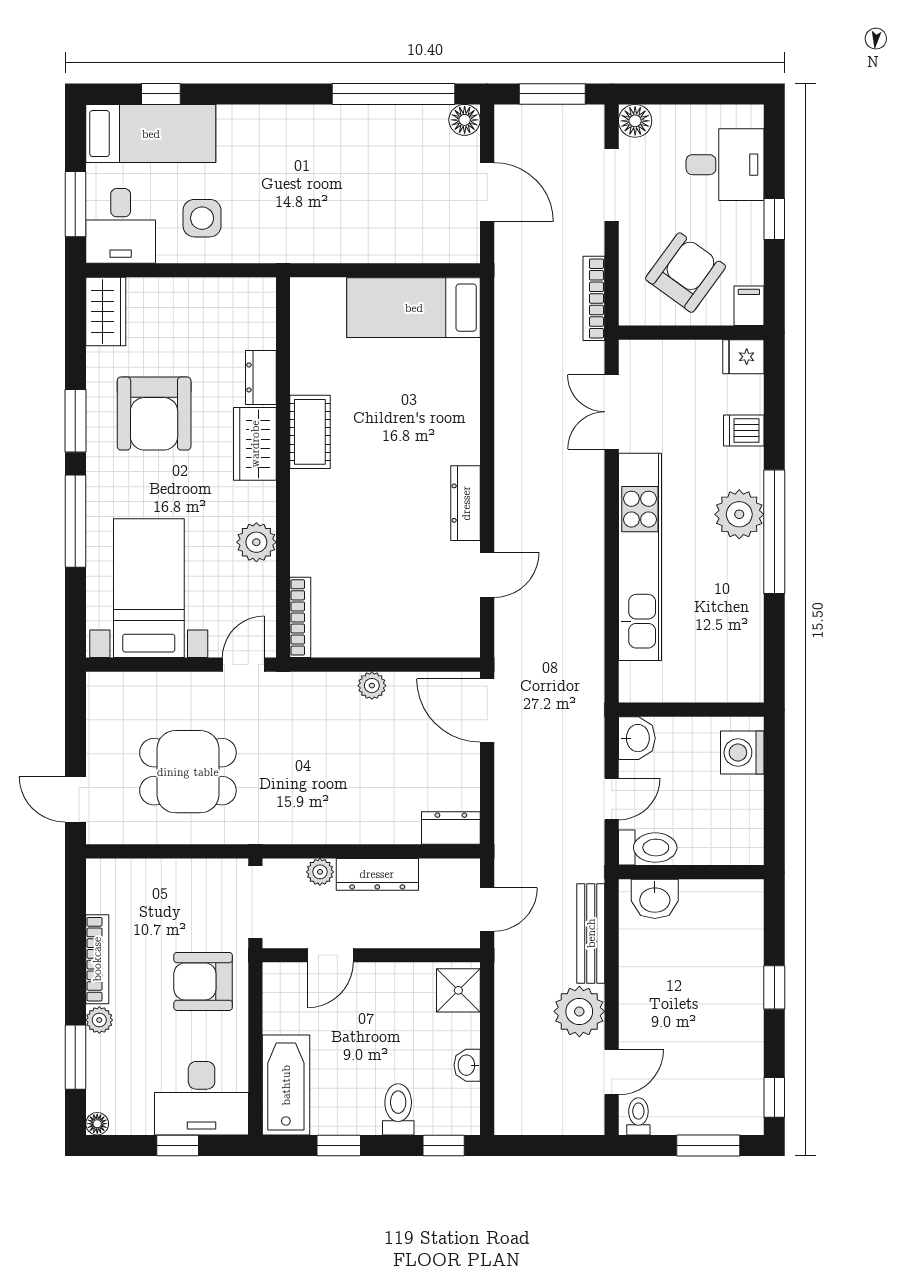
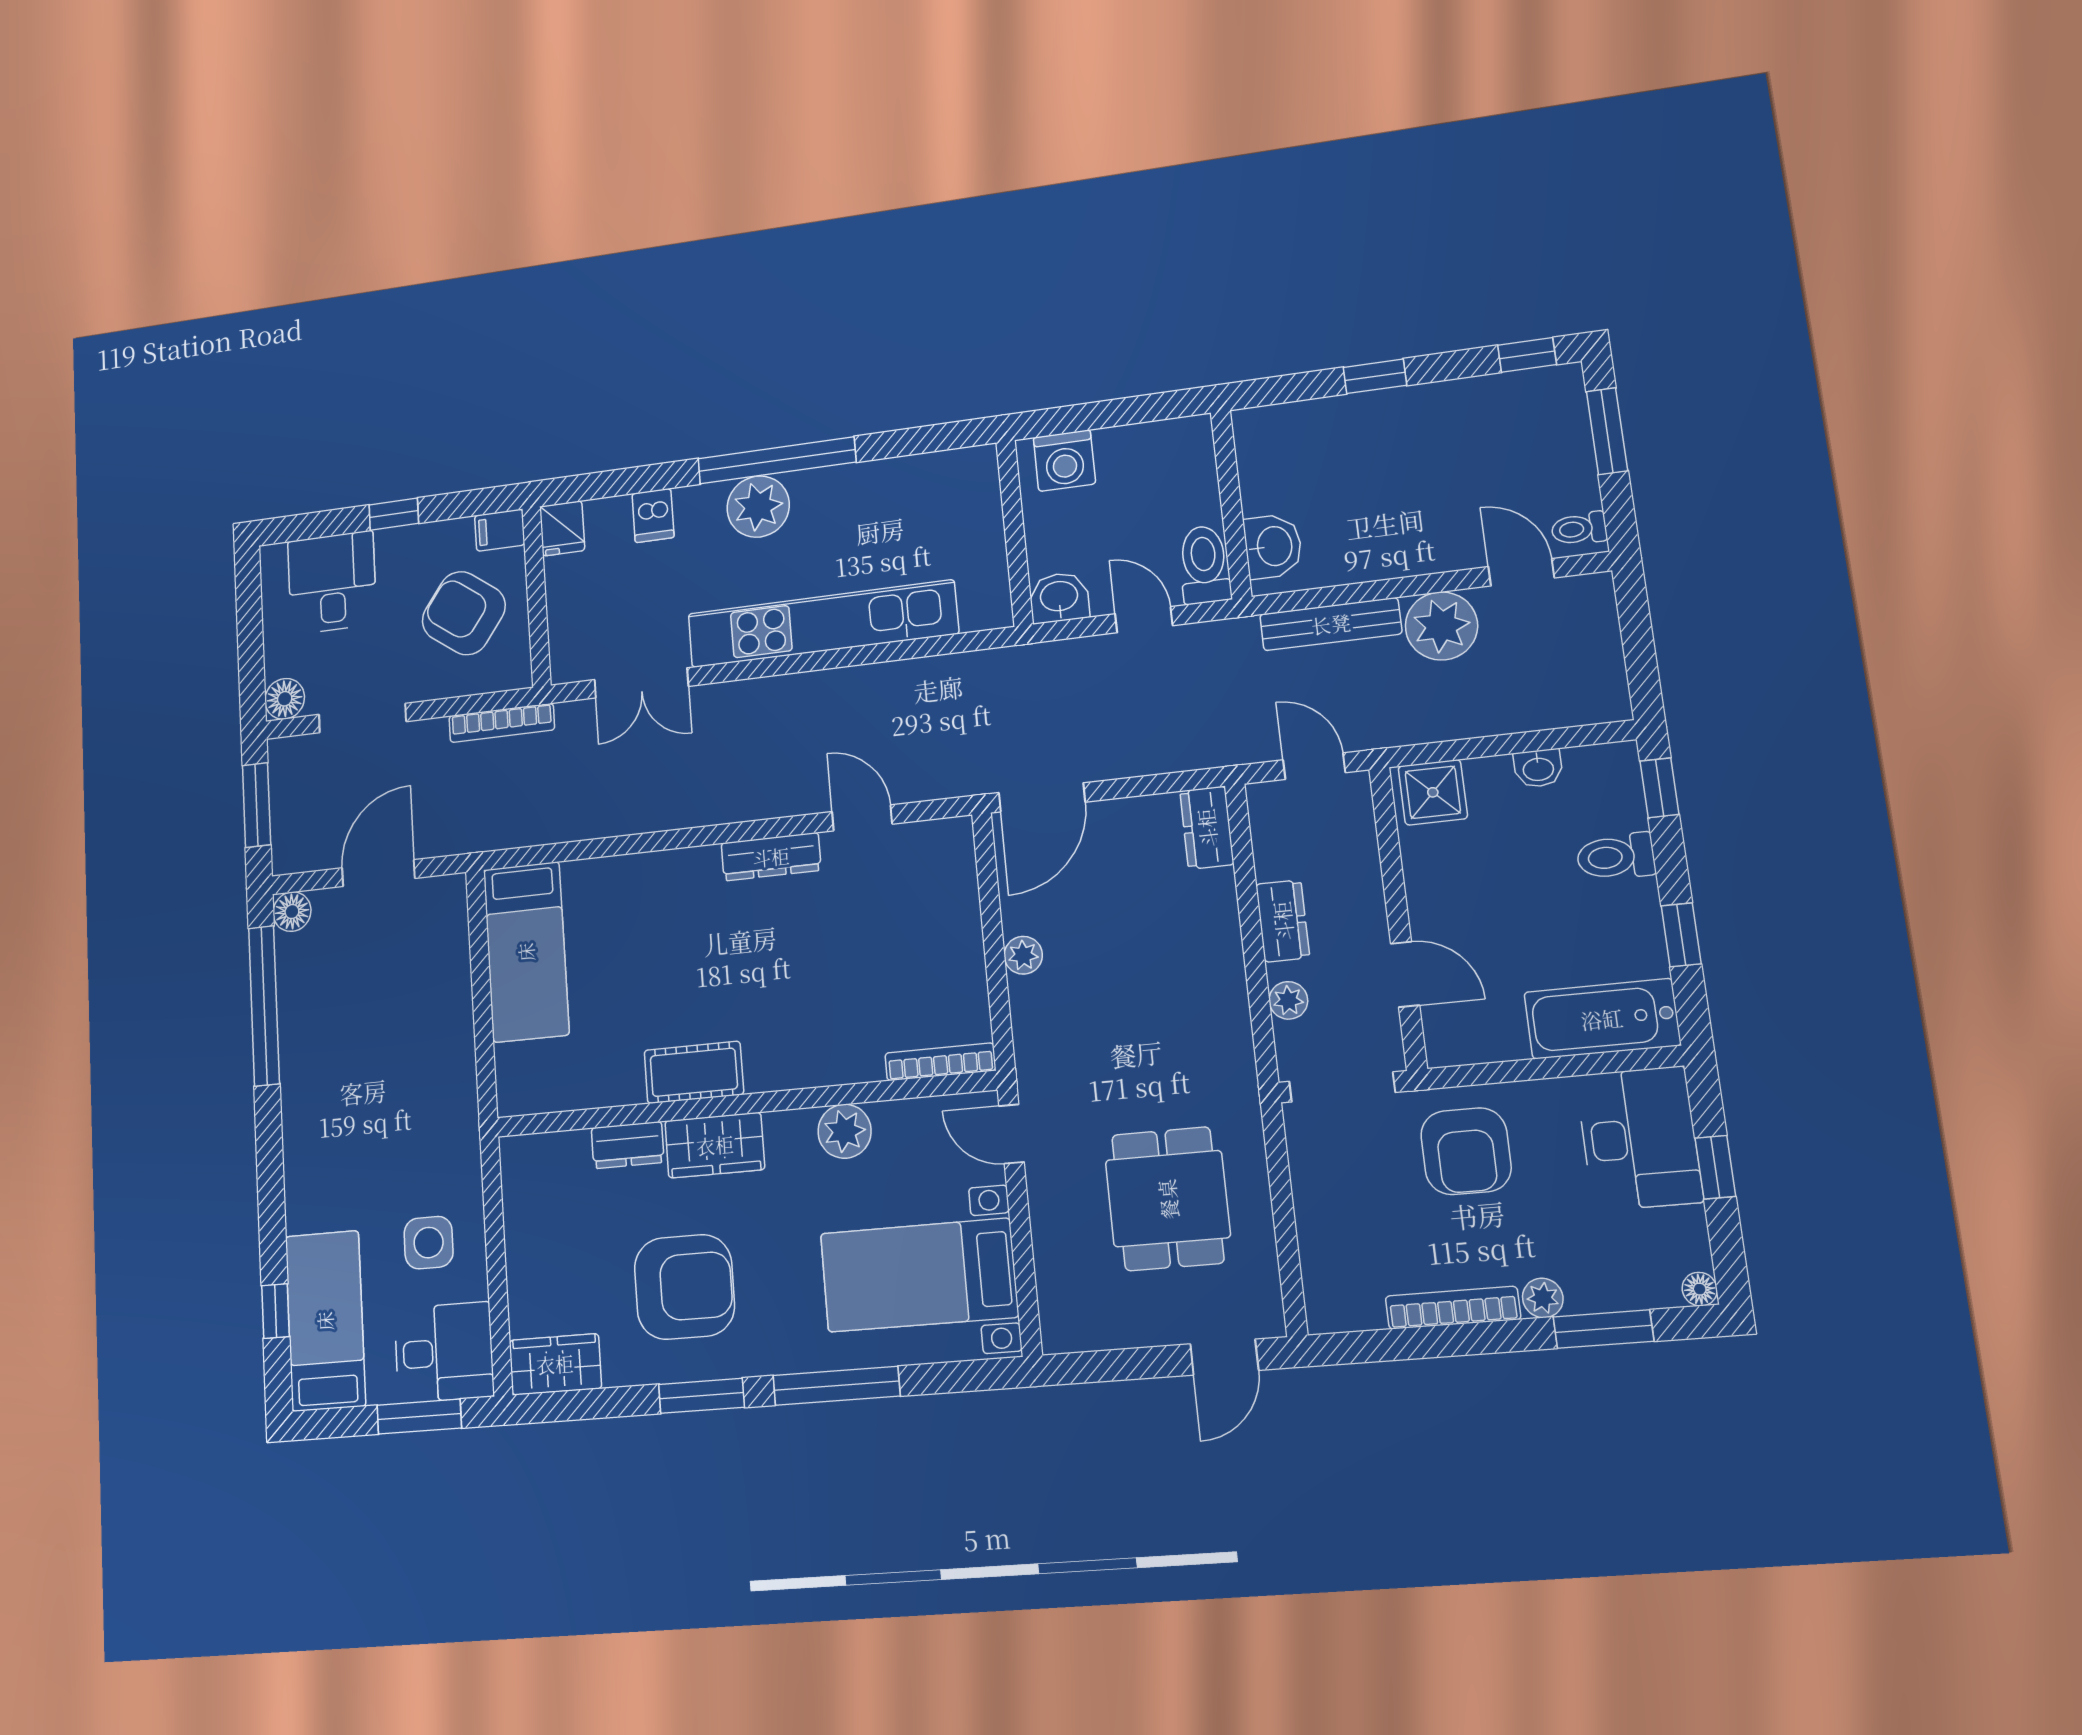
dresser: (377, 874) -> (1283, 921), width x0.70

